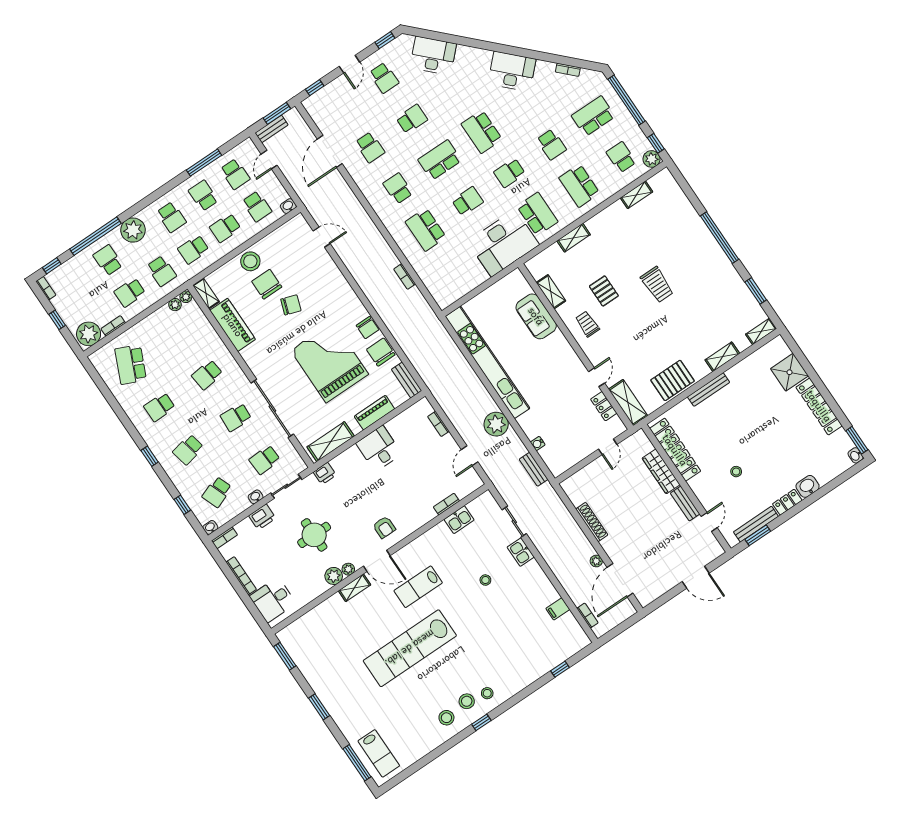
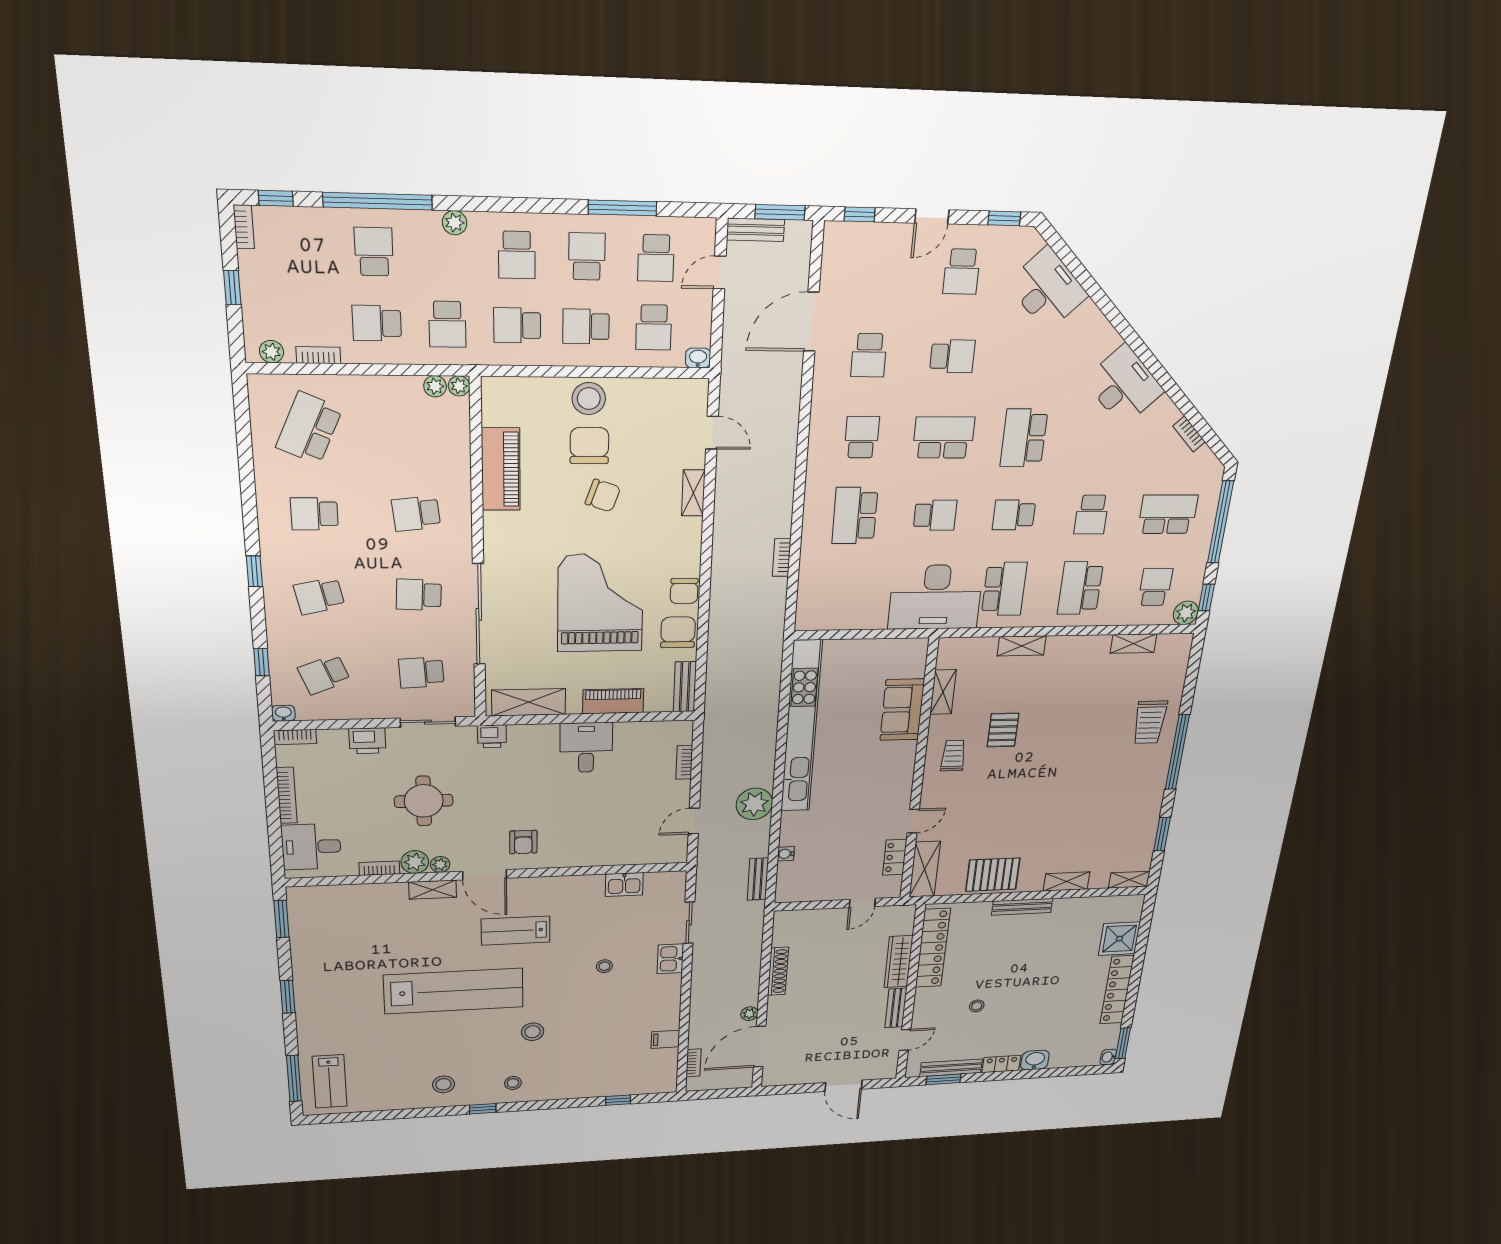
plant: (133, 230) -> (455, 223), width x0.53, depth x0.53
trolley: (657, 285) -> (1150, 722), moved
shelving: (206, 294) -> (693, 493), moved
plant: (89, 334) -> (271, 352), width x0.53, depth x0.53
washbasin: (256, 497) -> (375, 711), removed
bookcase: (446, 504) -> (379, 868), moved
lab bench: (410, 648) -> (454, 991), turned 180
stool: (467, 701) -> (533, 1032), moved

